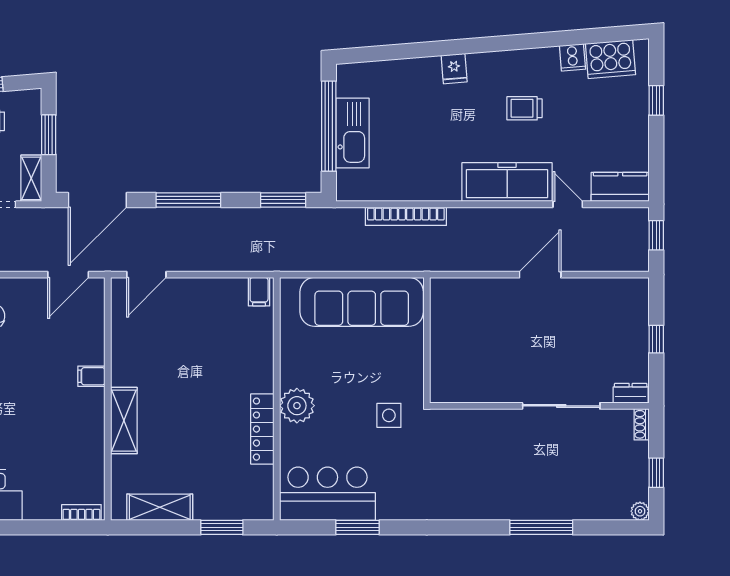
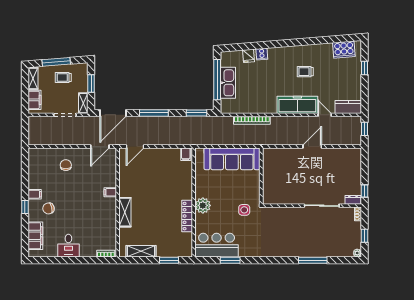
cooker: (572, 57) -> (262, 54), moved
fridge: (454, 69) -> (248, 56), moved
window: (656, 339) -> (364, 191), moved

